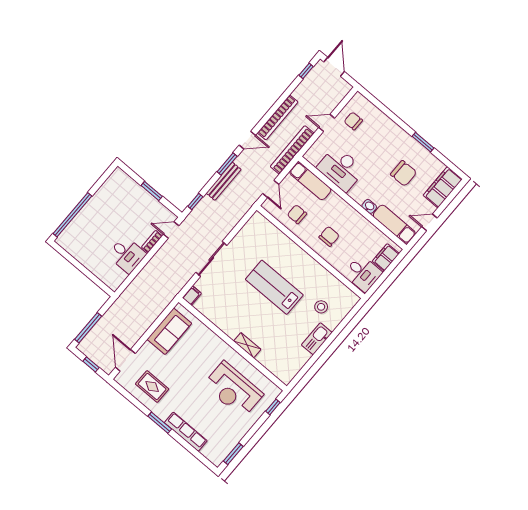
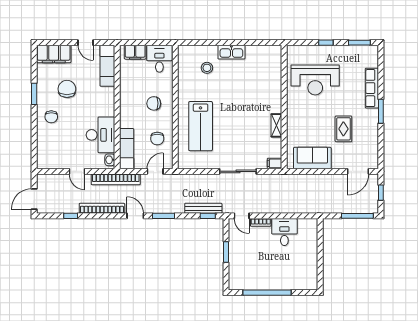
window: (306, 71) -> (71, 216), moved
chair: (353, 121) -> (51, 117), moved
bench: (224, 181) -> (203, 208), moved
washbasin: (369, 206) -> (110, 160), moved
window: (72, 215) -> (267, 293), moved
lab bench: (274, 287) -> (201, 126), moved
shelving: (247, 345) -> (276, 125), moved
rug: (152, 386) -> (343, 129), moved
reception desk: (233, 390) -> (315, 80), turned 90
window: (273, 407) -> (326, 43), moved

